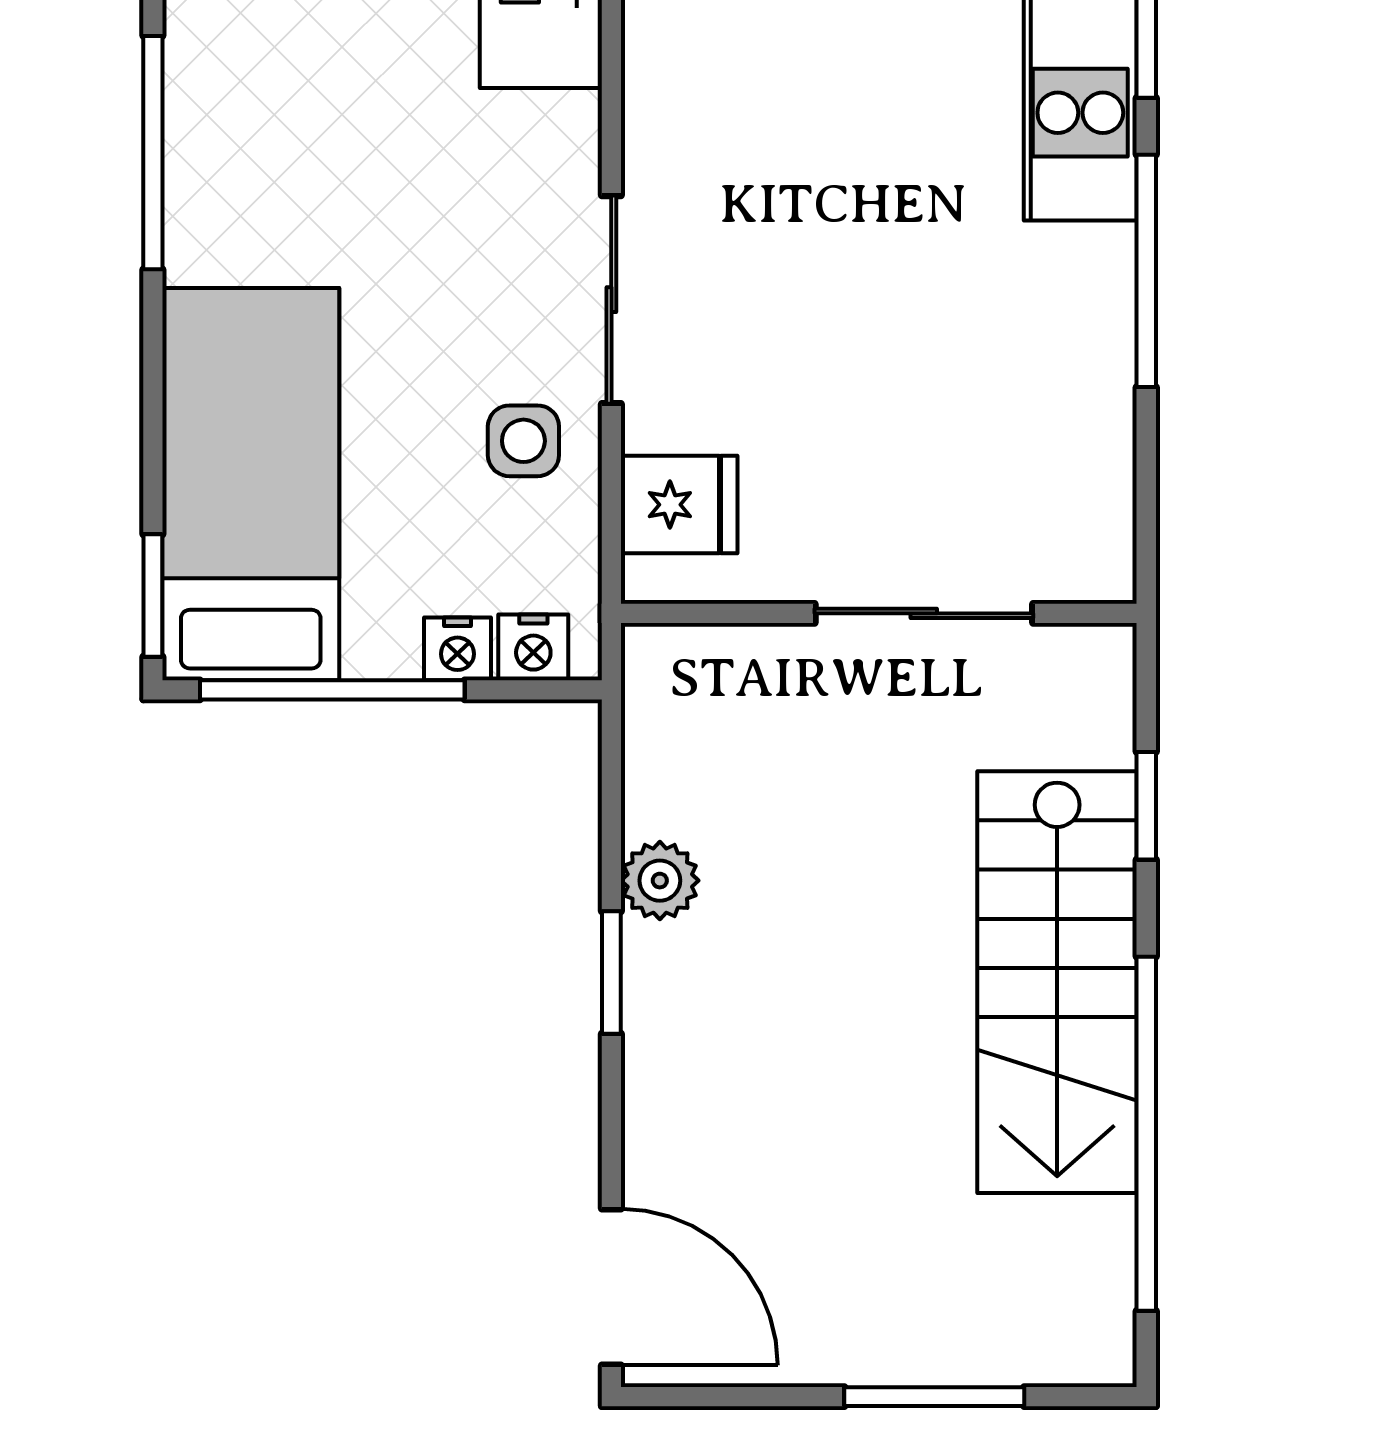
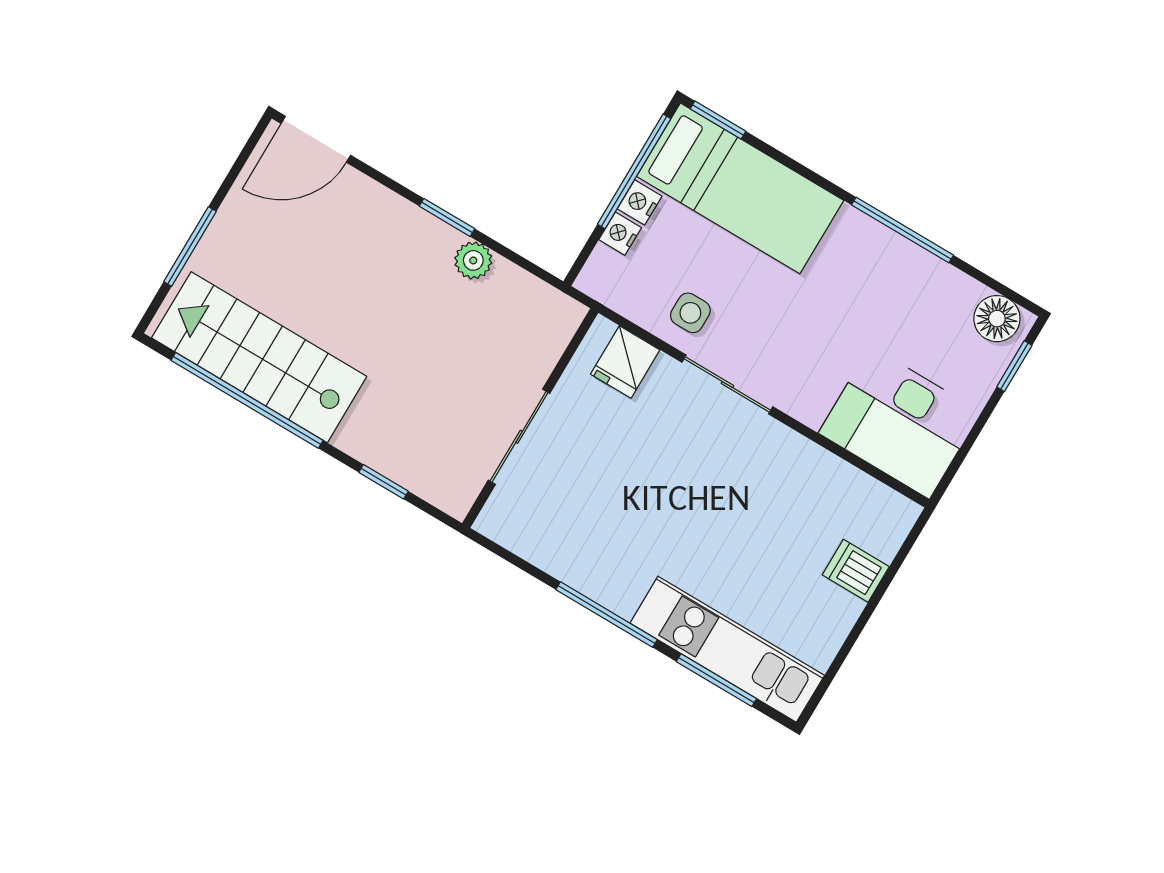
nightstand: (533, 647) -> (640, 202), moved
stairs: (1057, 982) -> (259, 357), moved

